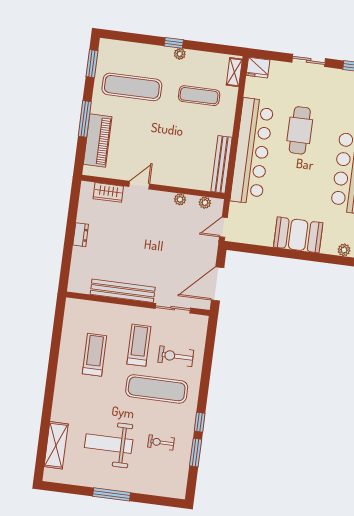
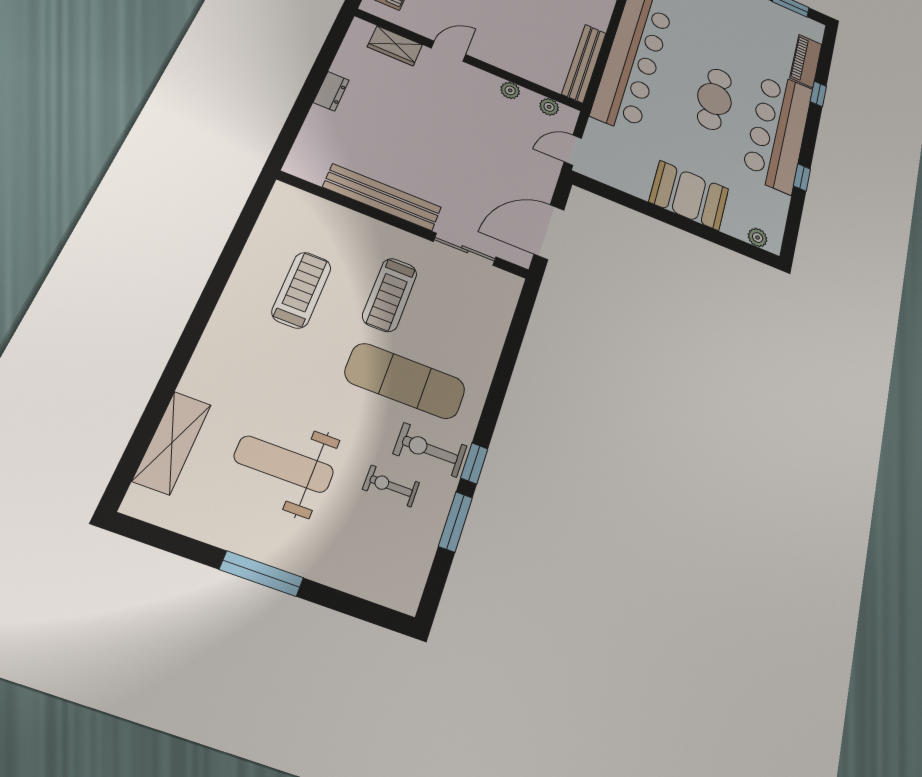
cafe table: (300, 130) -> (714, 99), moved
treadmill: (139, 345) -> (390, 295), turned 180
exercise bike: (176, 356) -> (430, 450), moved

